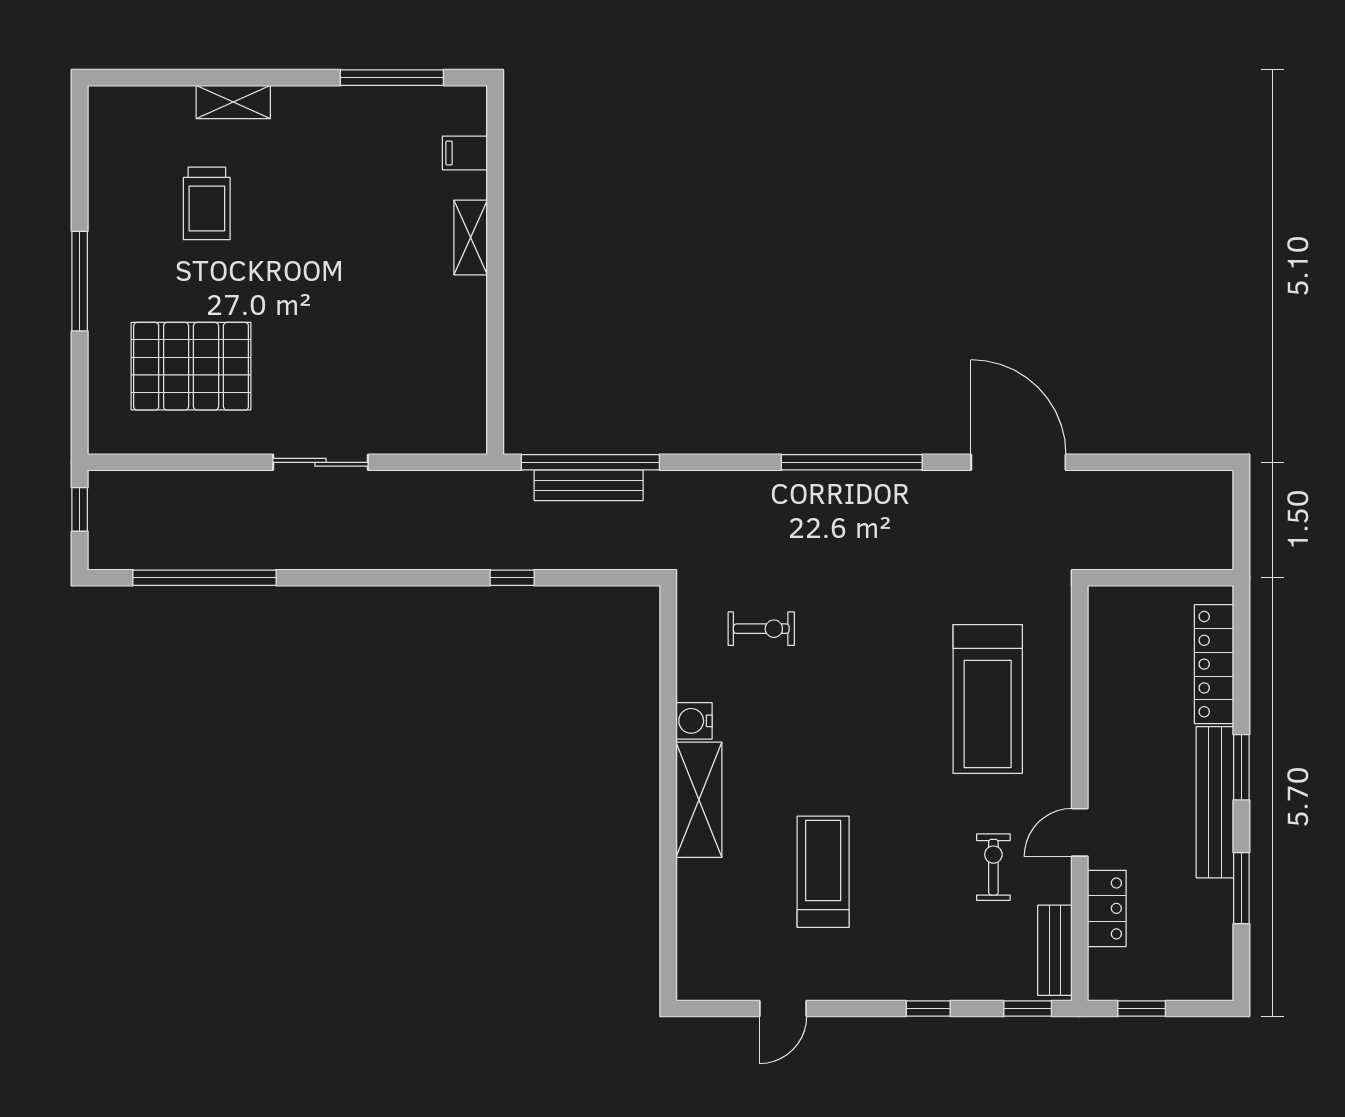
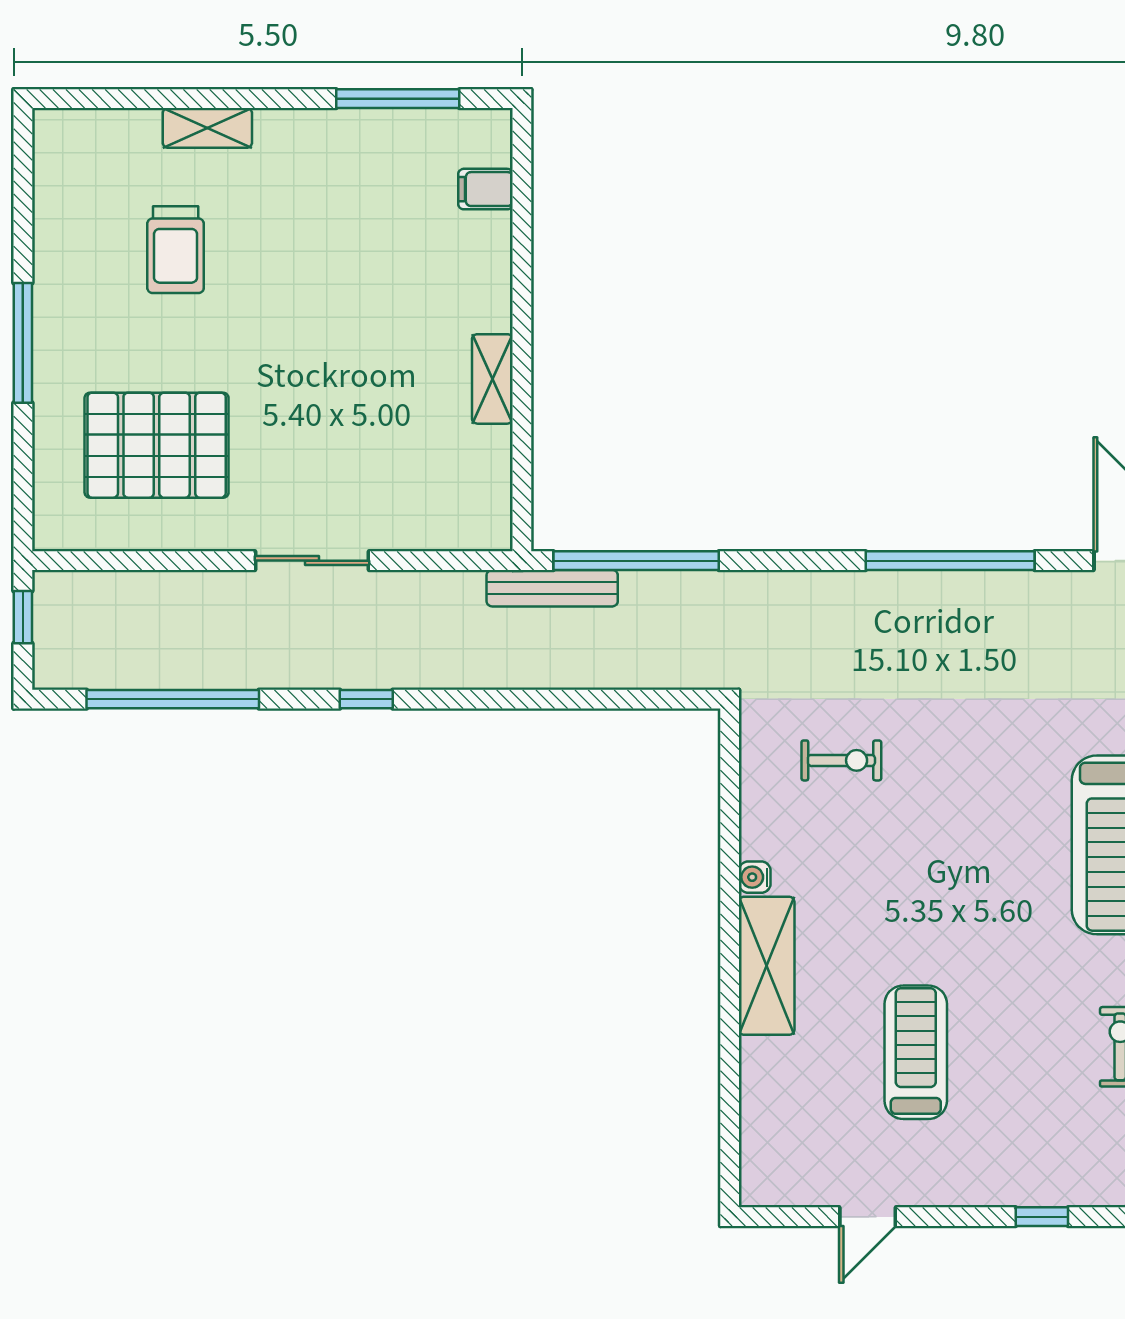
shelving: (471, 238) -> (492, 379), moved
bench: (589, 485) -> (552, 588), moved
window: (512, 578) -> (366, 699), moved
water cooler: (694, 721) -> (755, 877), width x0.72, depth x0.72

